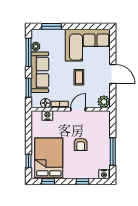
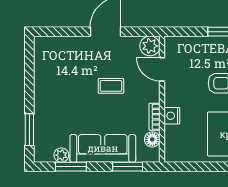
corner sofa: (88, 45) -> (59, 72), removed
window: (28, 52) -> (71, 167), width x0.69
door: (78, 109) -> (162, 69), moved
nightstand: (47, 115) -> (172, 116), moved

